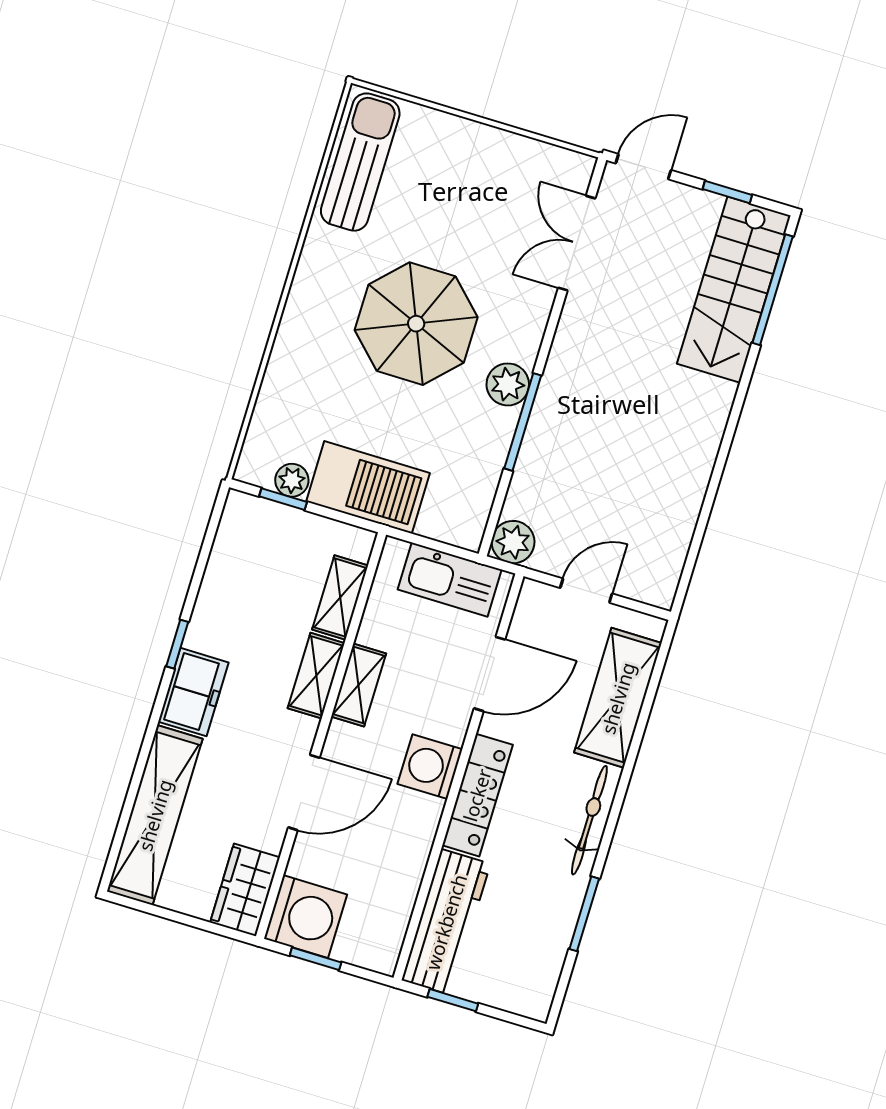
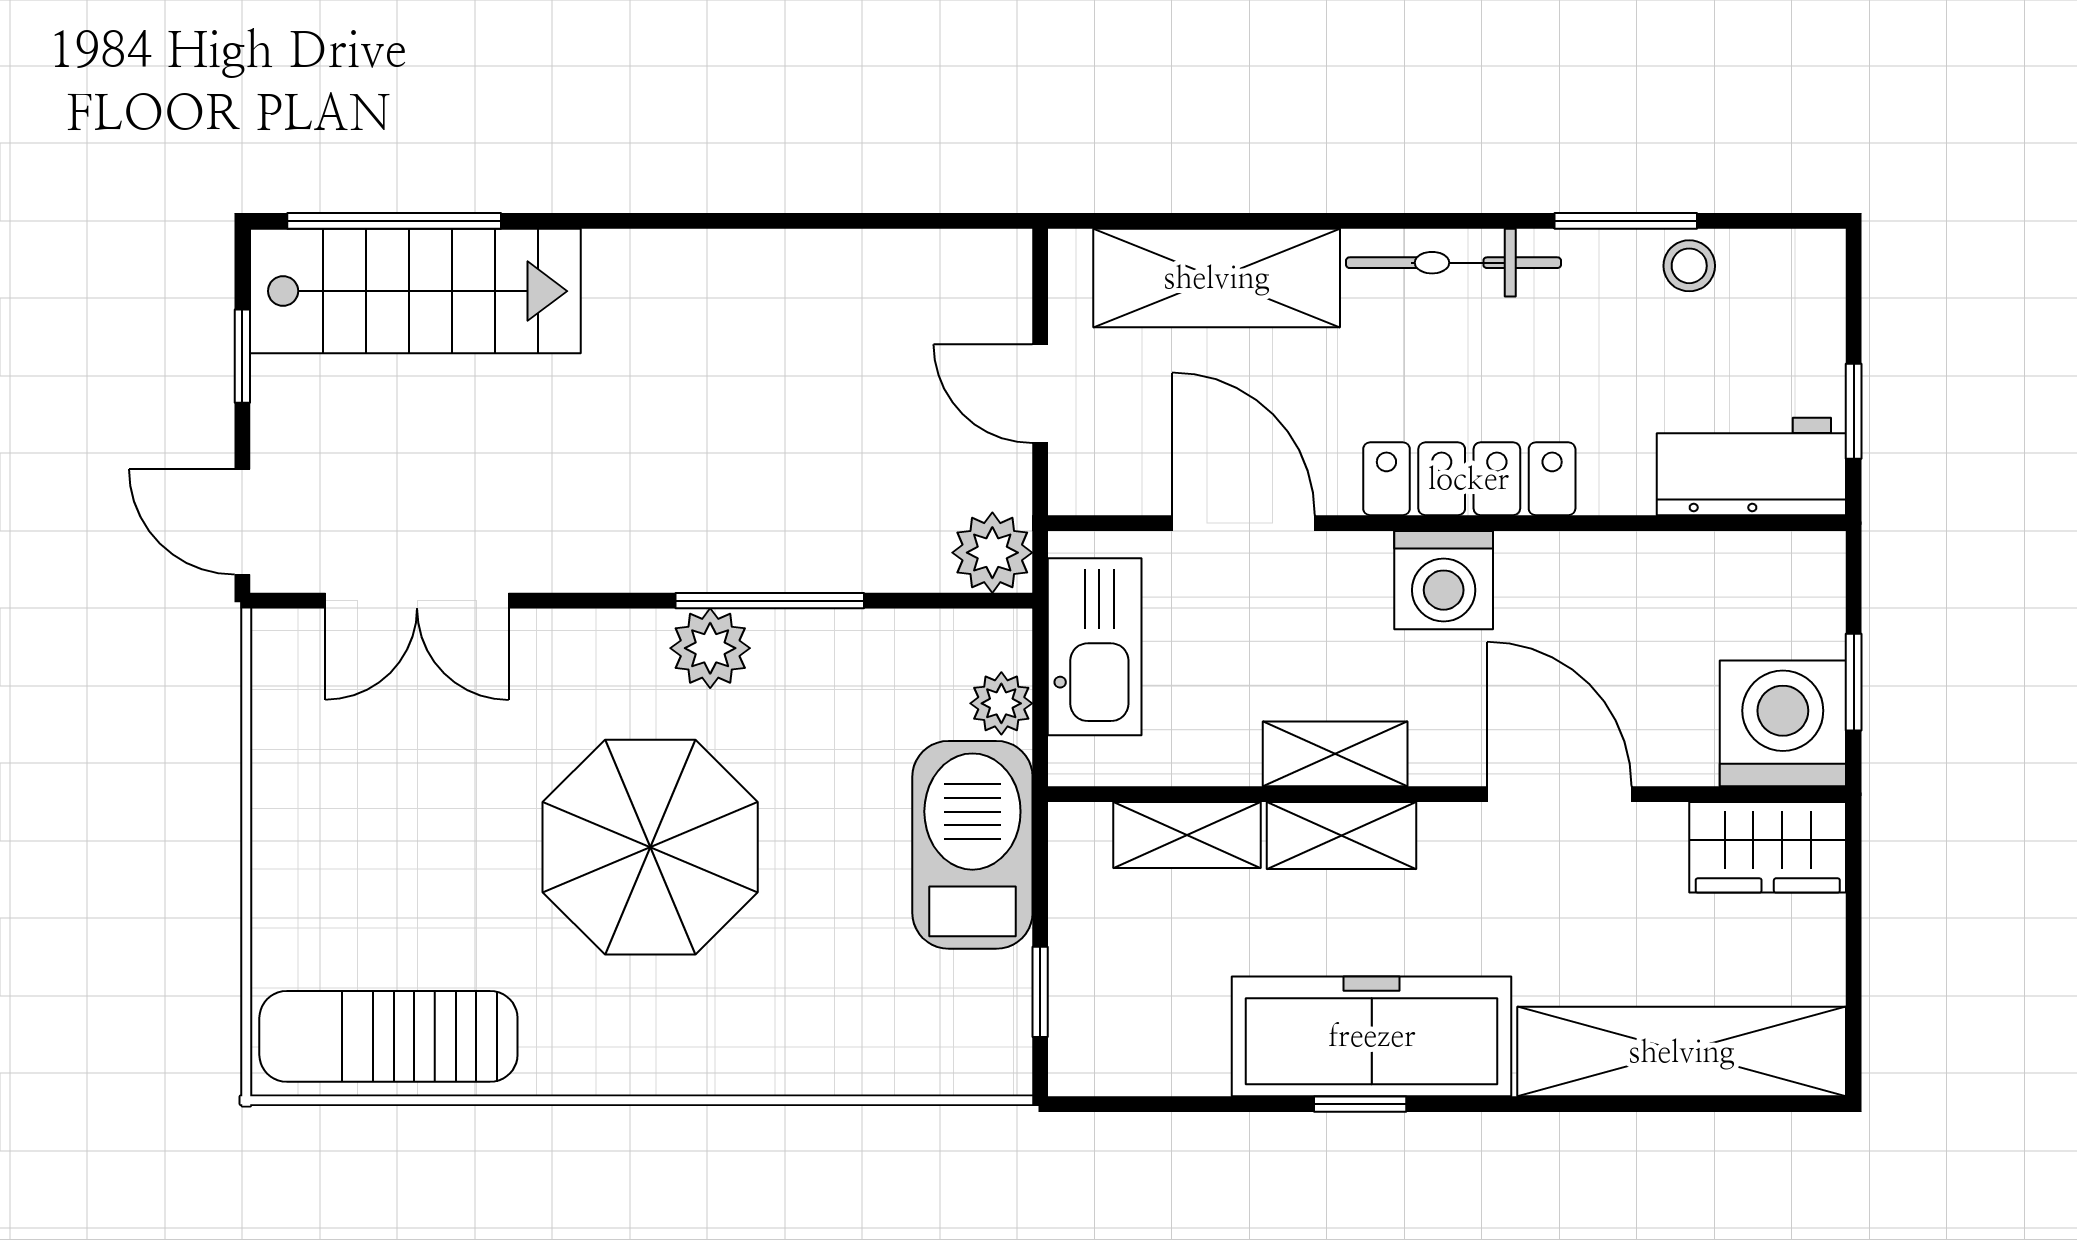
plant: (292, 480) -> (1001, 703), moved
freezer: (193, 692) -> (1372, 1036), width x1.91, depth x1.26
workbench: (446, 922) -> (1751, 466), width x0.73
stool: (552, 939) -> (1689, 266), added

